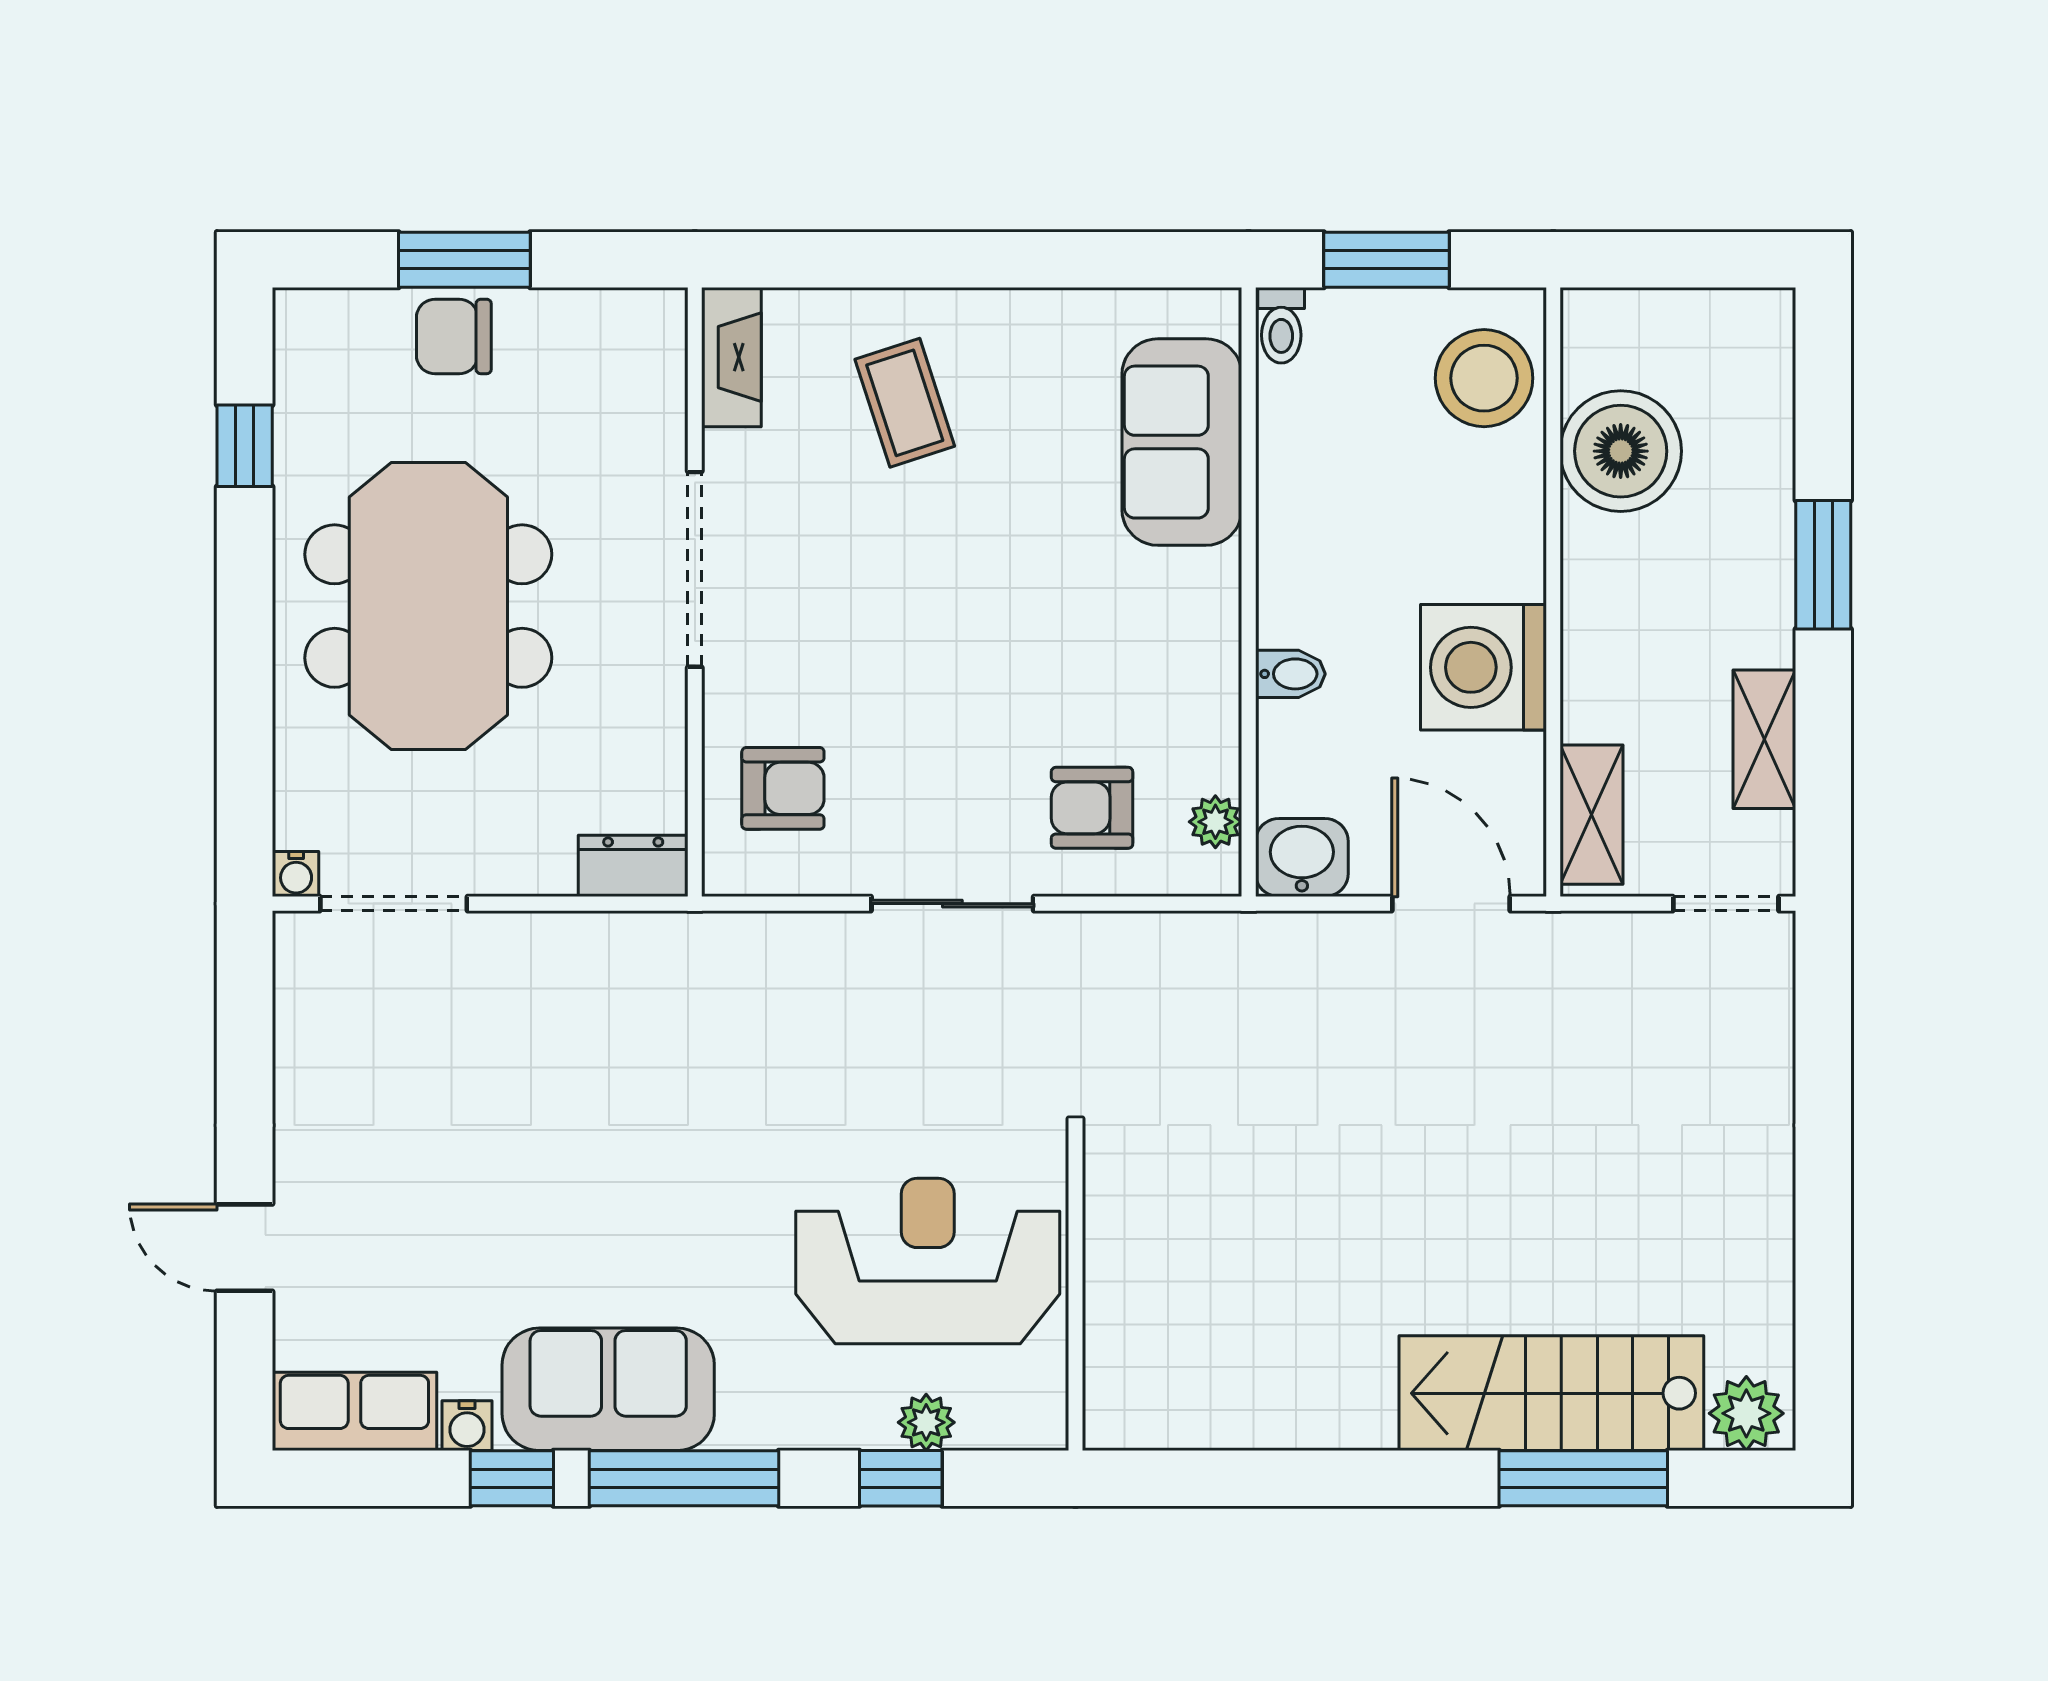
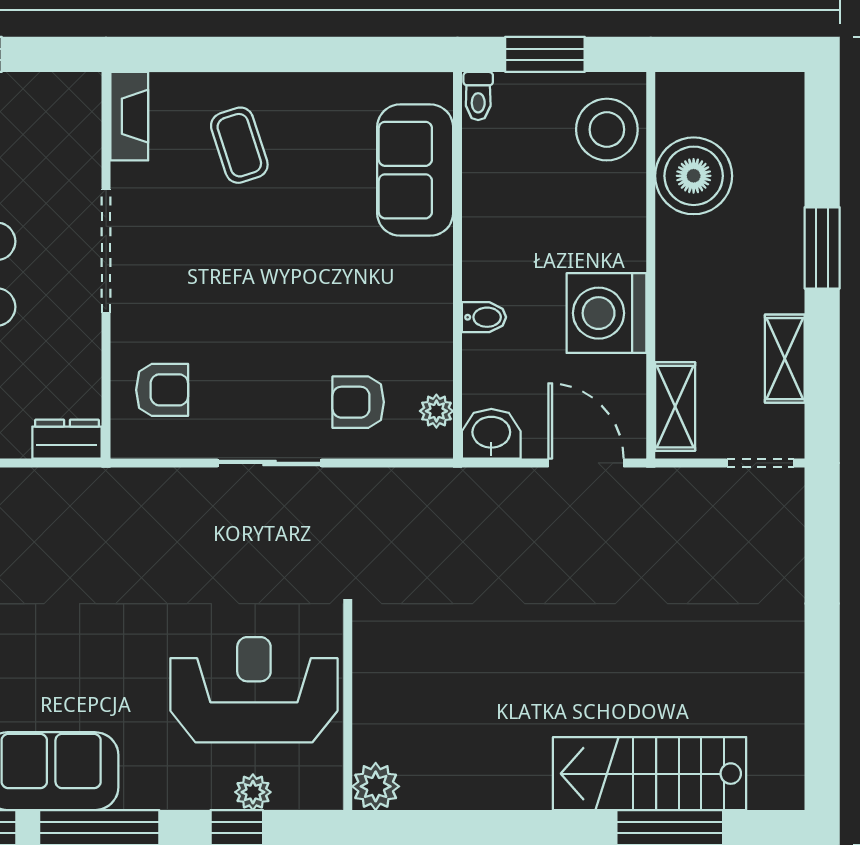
plant: (1746, 1413) -> (376, 786), moved

